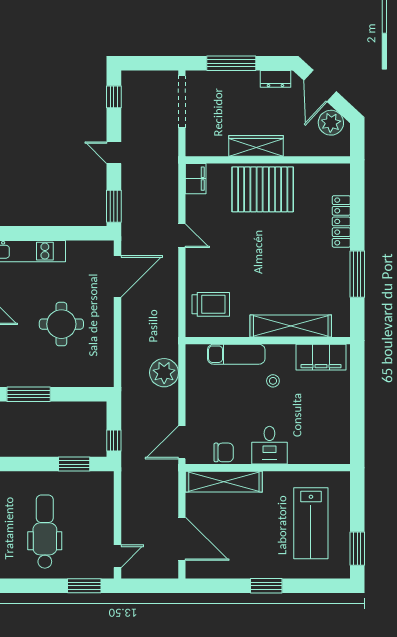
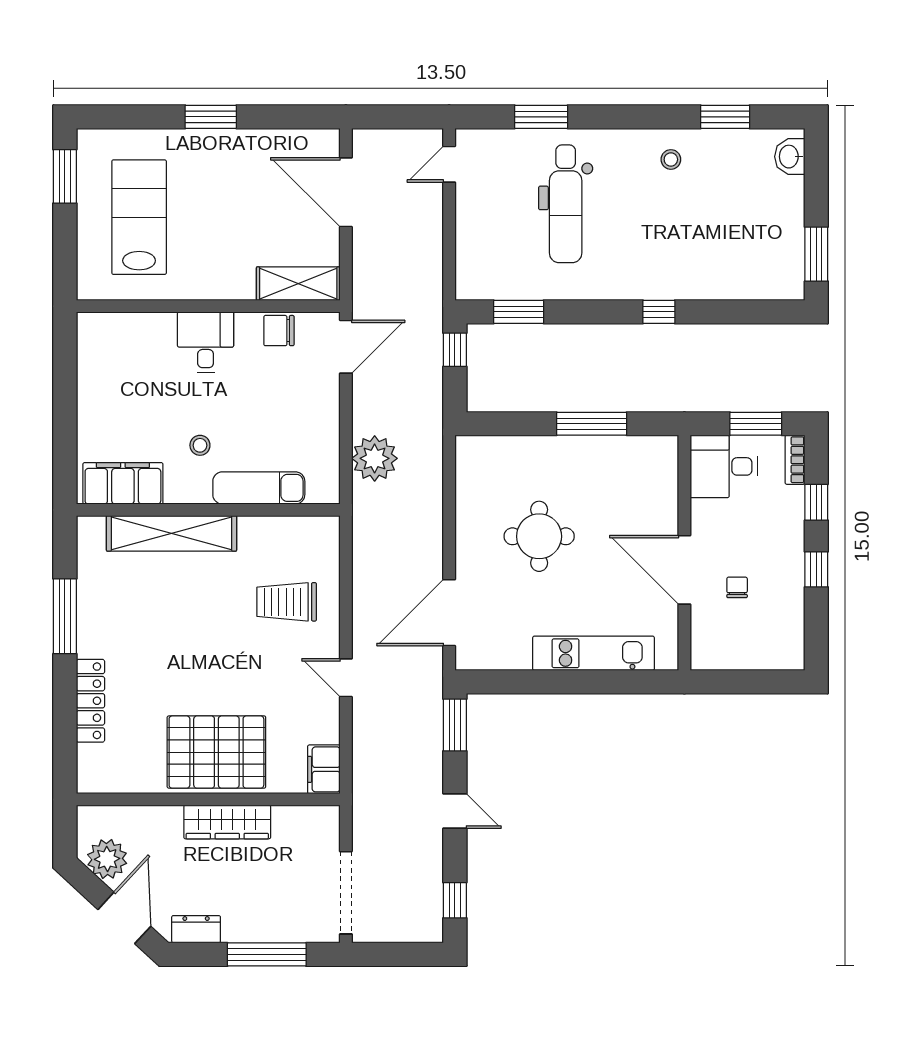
trolley: (211, 304) -> (287, 602), moved
shelving: (224, 482) -> (298, 284), width x0.68
window: (84, 586) -> (541, 117), moved

